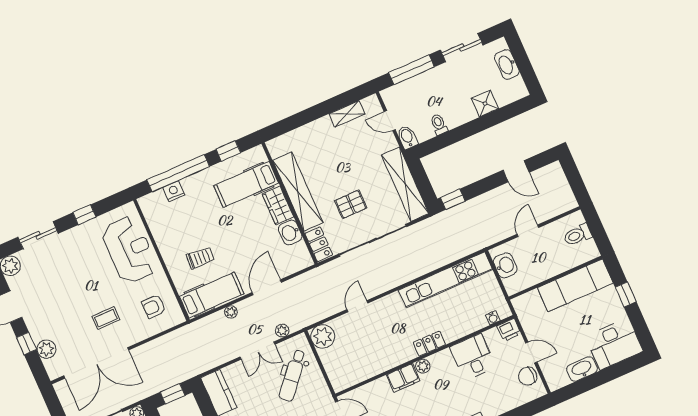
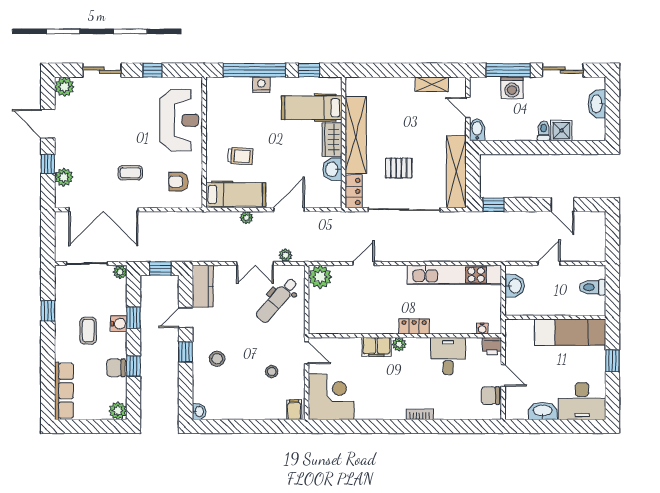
washing machine: (422, 84) -> (512, 88), added
toilet: (439, 124) -> (544, 131), moved
nightstand: (174, 191) -> (261, 85), moved

